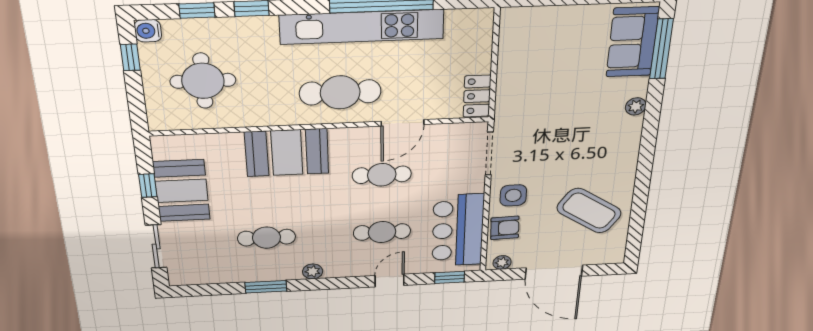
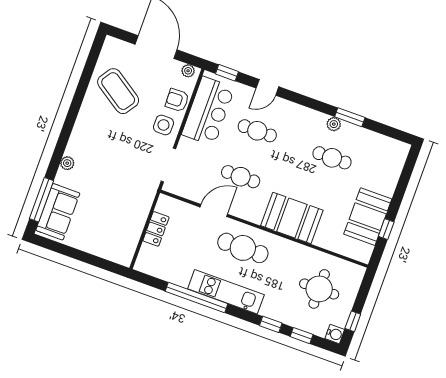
kitchen unit: (362, 27) -> (226, 292), width x0.73
locker: (477, 96) -> (156, 229), moved
sliding door: (156, 247) -> (404, 180), removed
plant: (313, 271) -> (334, 124), moved

